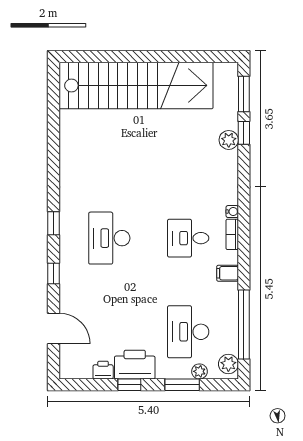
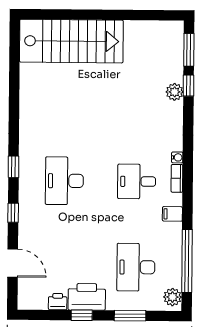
stairs: (136, 85) -> (71, 41), width x0.73
plant: (199, 371) -> (146, 304), removed

